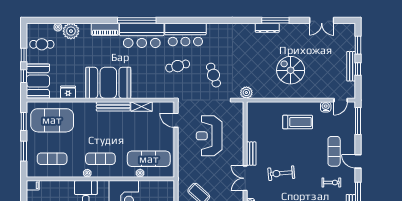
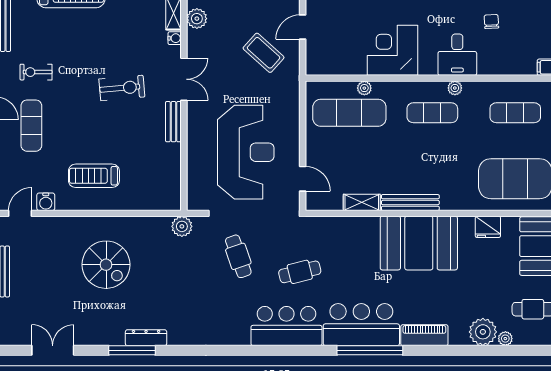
reception desk: (209, 136) -> (246, 152), width x1.36, depth x1.30

